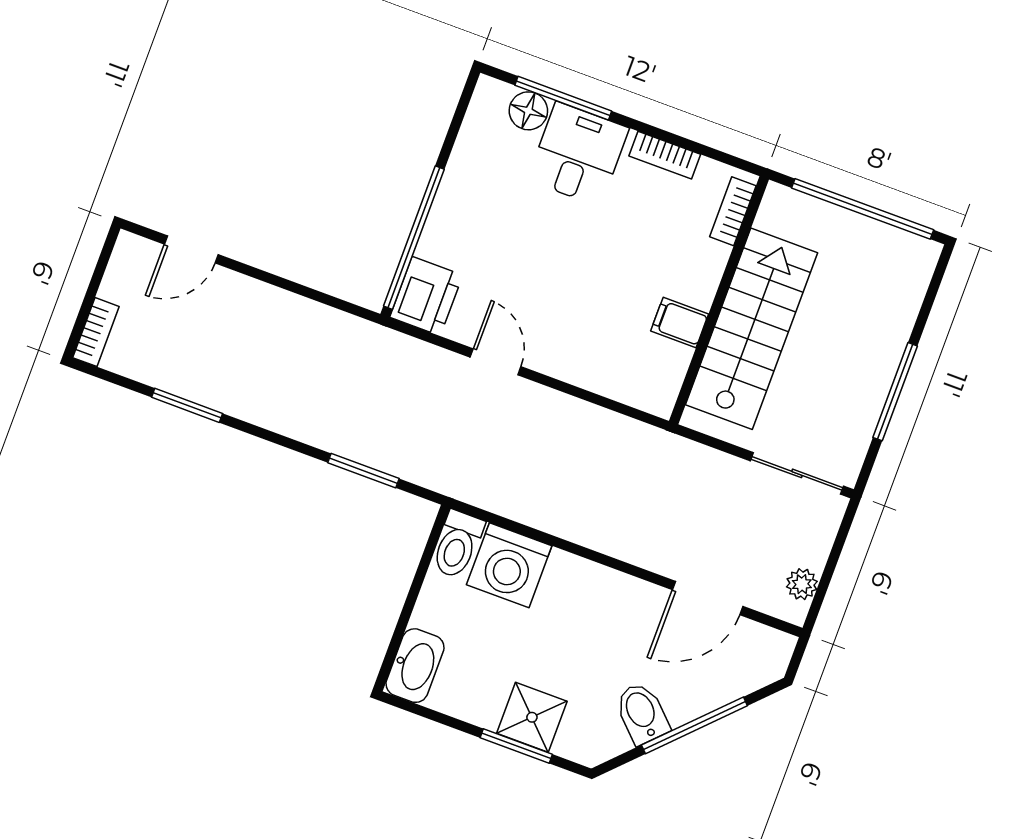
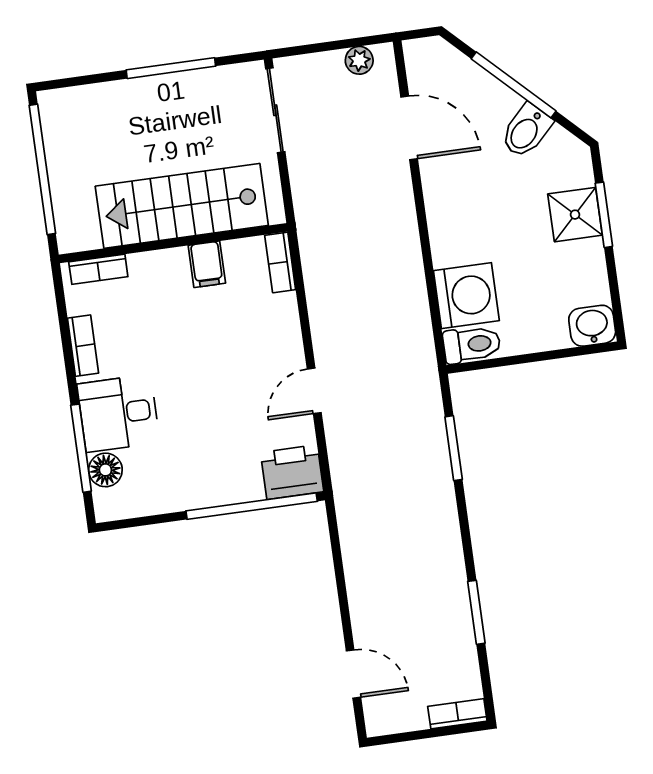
bookcase: (642, 397) -> (280, 262), added
washbasin: (415, 666) -> (592, 326), width x0.72

